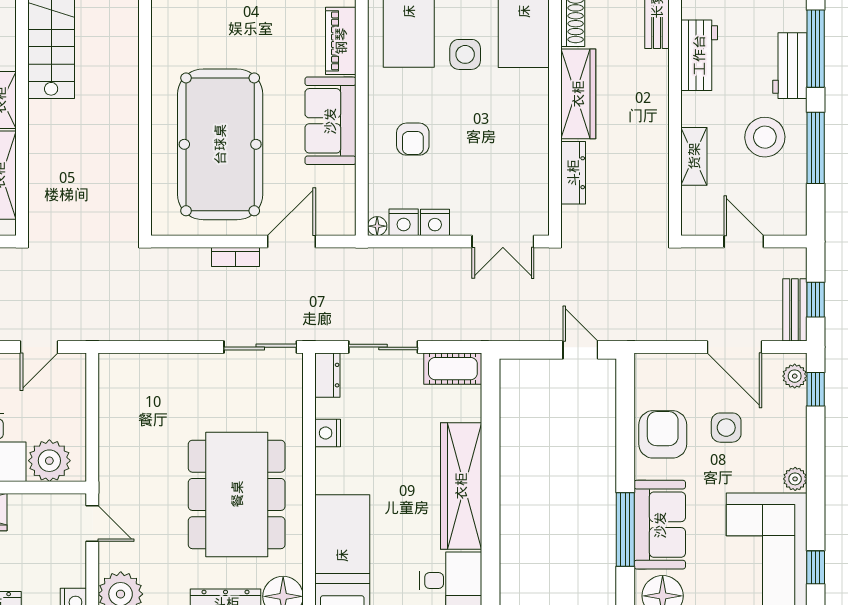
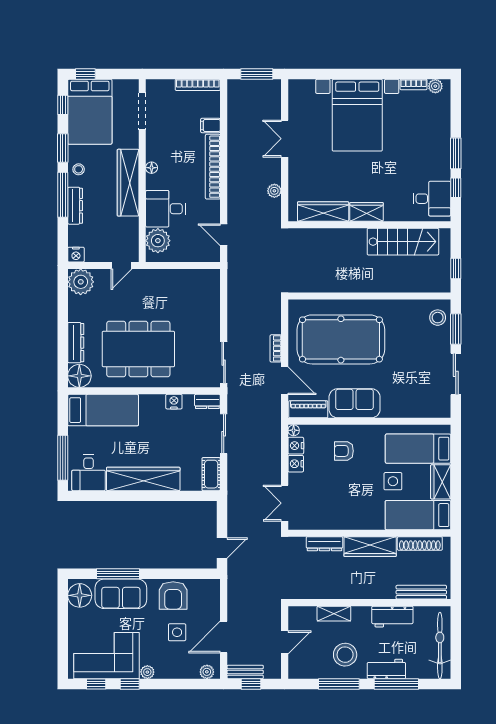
piano: (341, 41) -> (308, 409), moved
window: (816, 389) -> (130, 684), moved
armchair: (663, 434) -> (173, 596), turned 90

